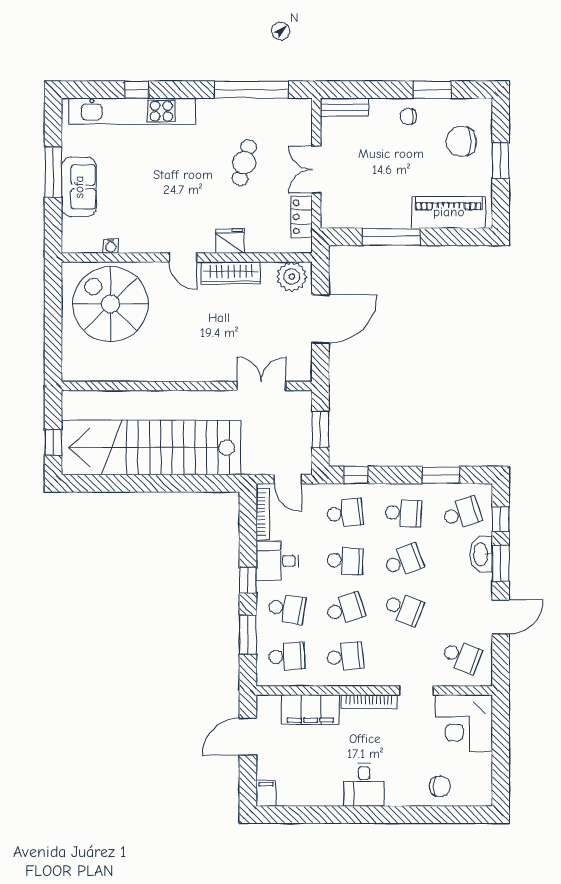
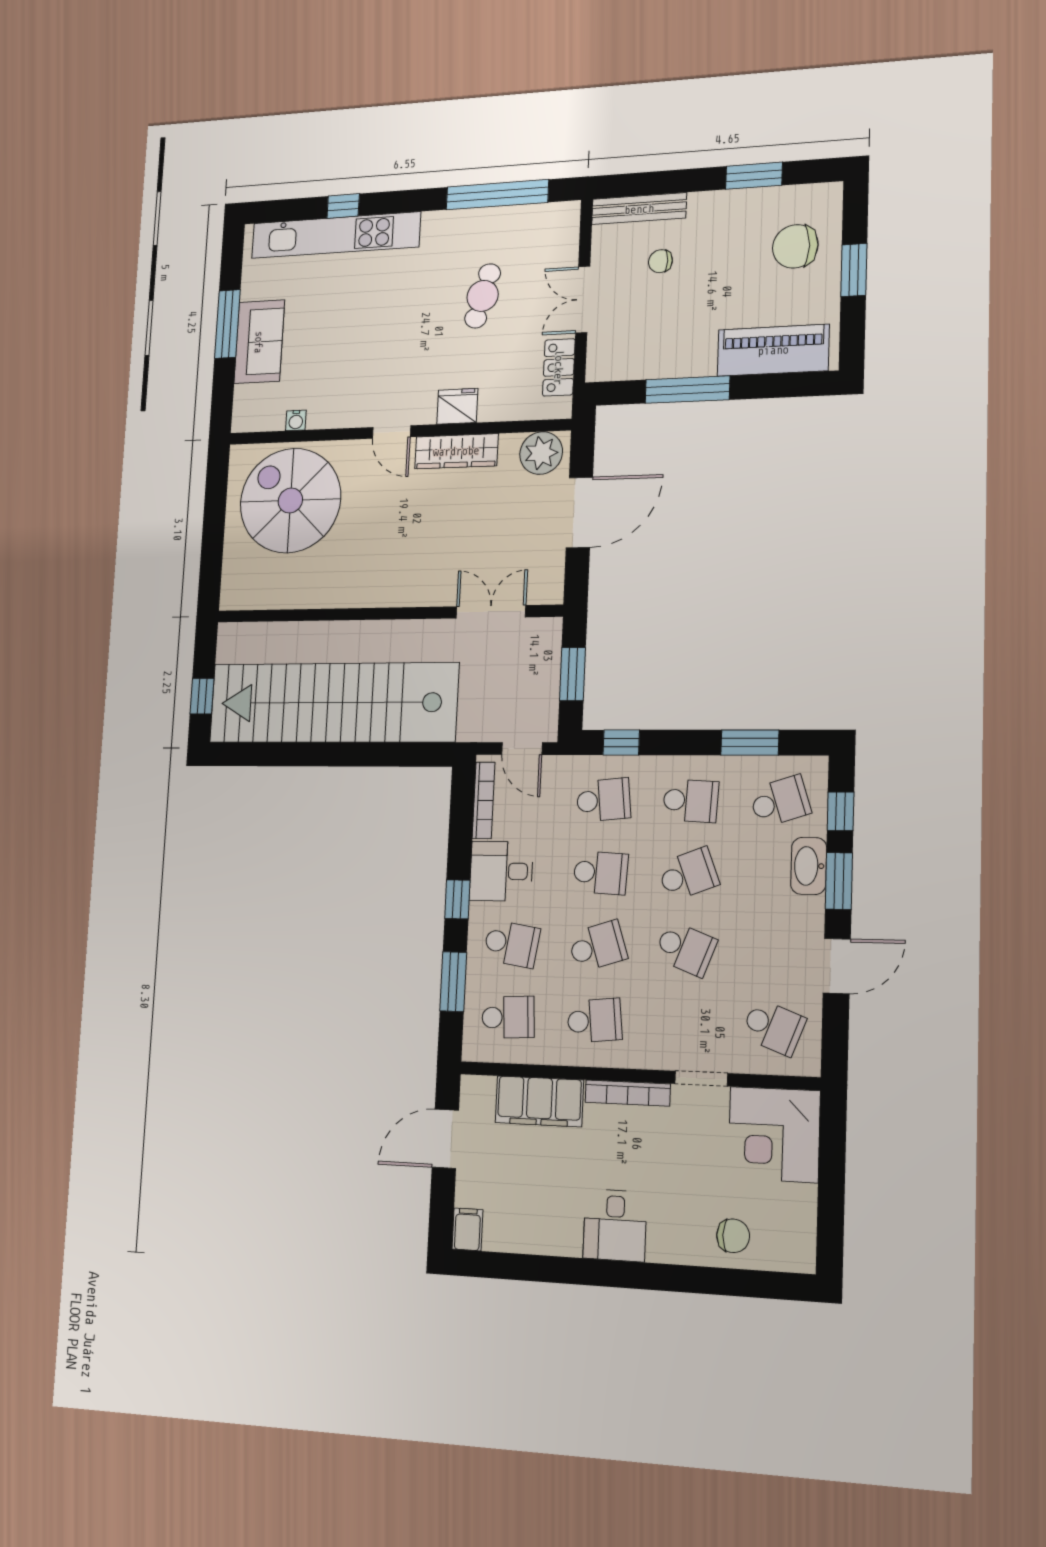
bench: (344, 107) -> (639, 209), width x1.36
chair: (408, 116) -> (660, 261), moved

